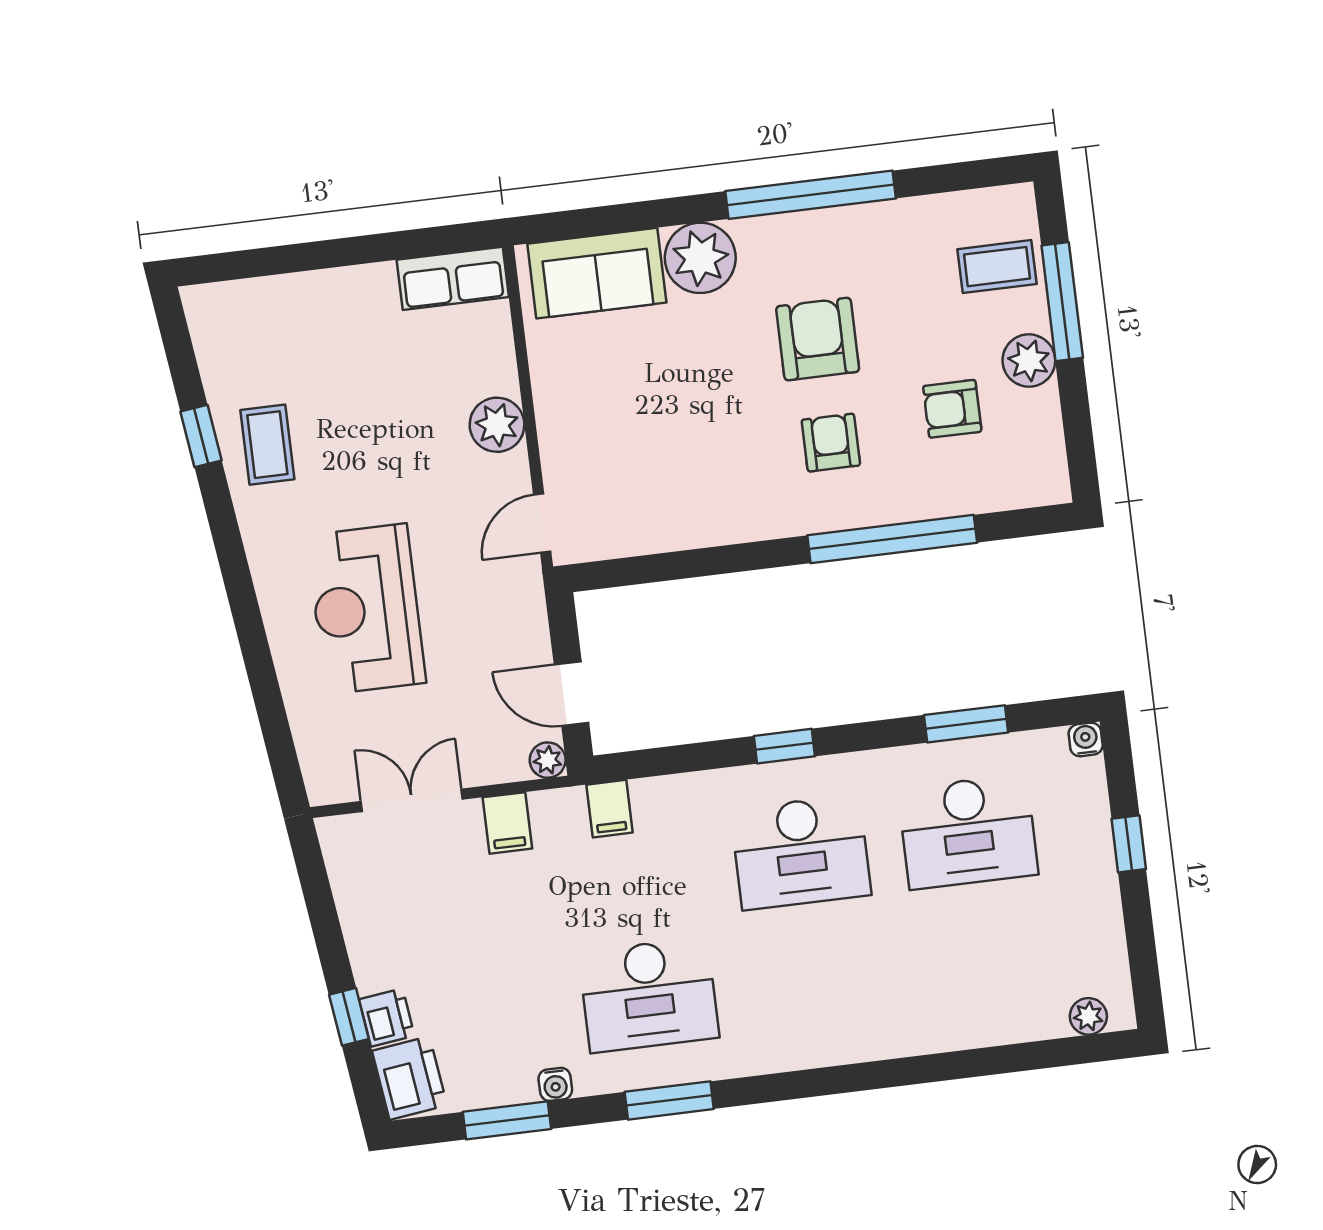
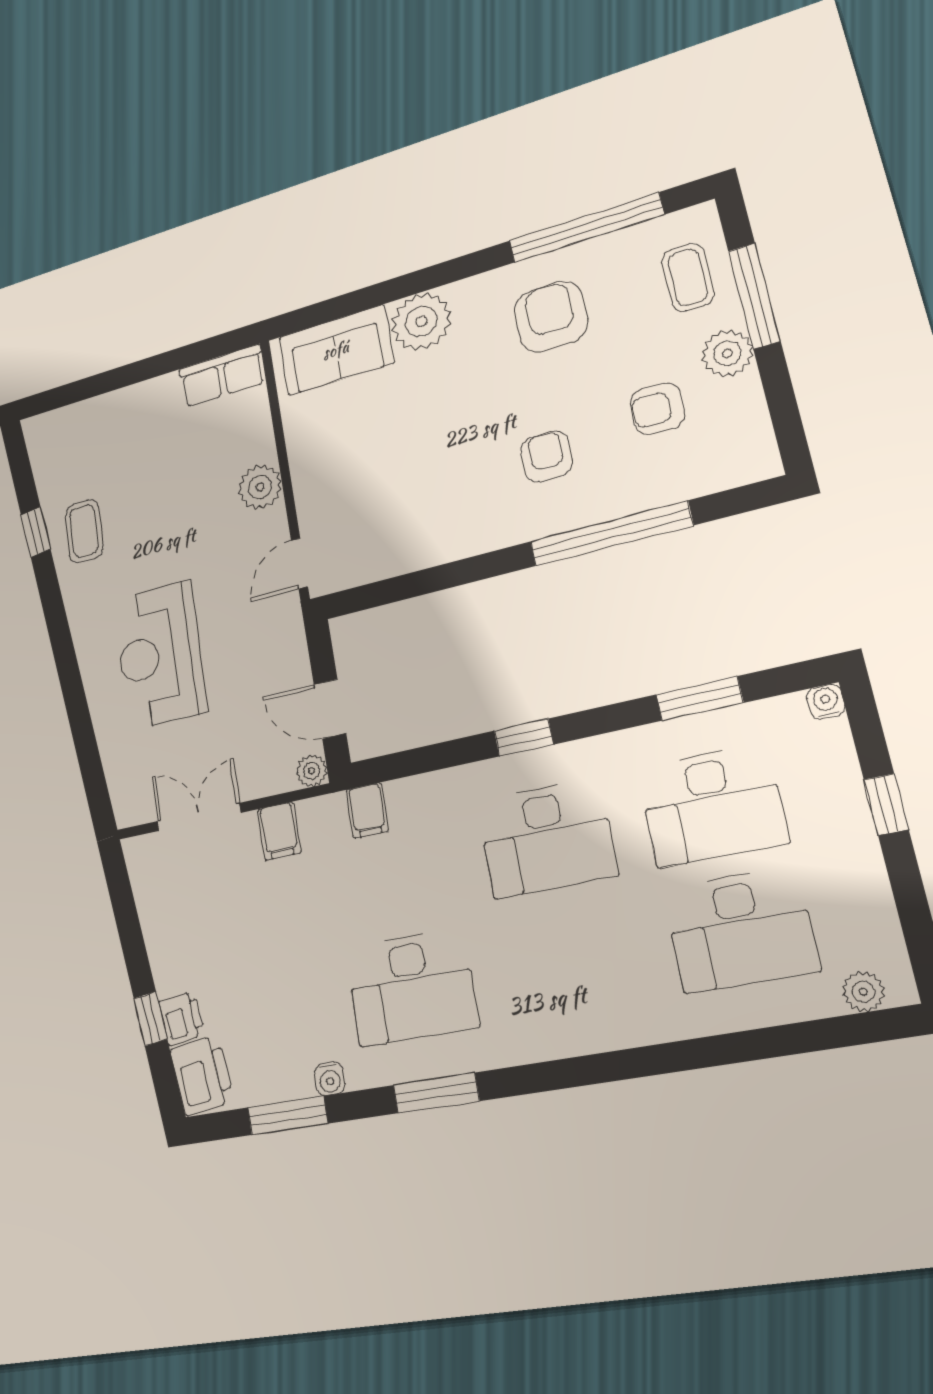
window: (811, 195) -> (586, 228), moved
coffee table: (997, 267) -> (688, 277), turned 90
armchair: (818, 339) -> (551, 317), moved
desk: (983, 954) -> (740, 930), added

